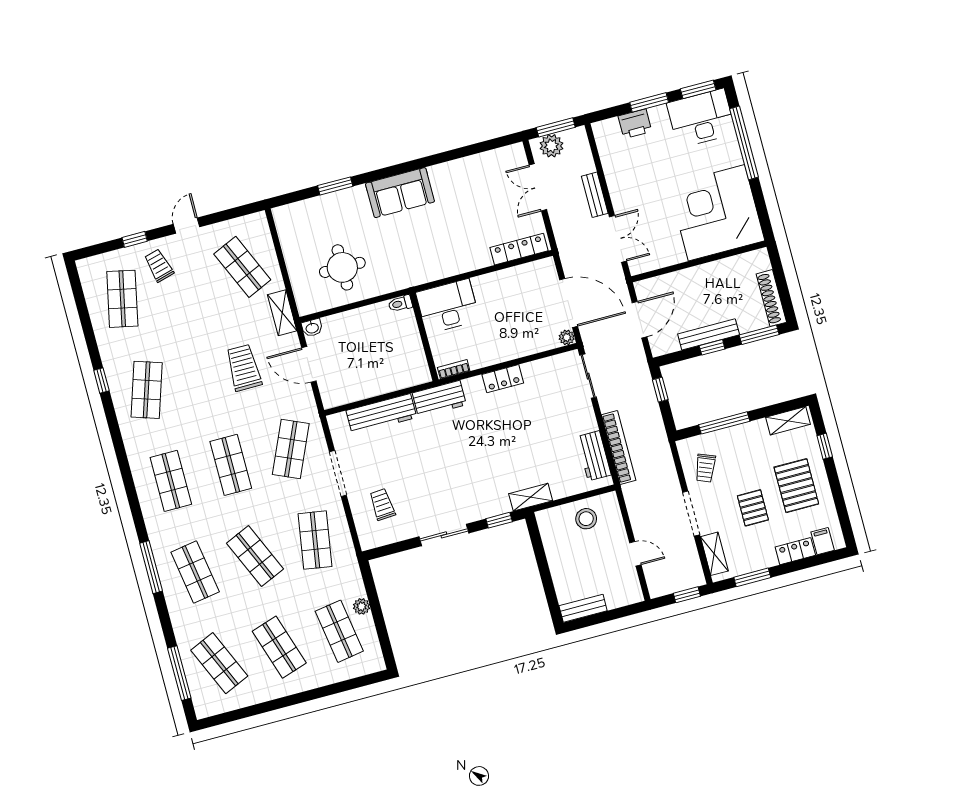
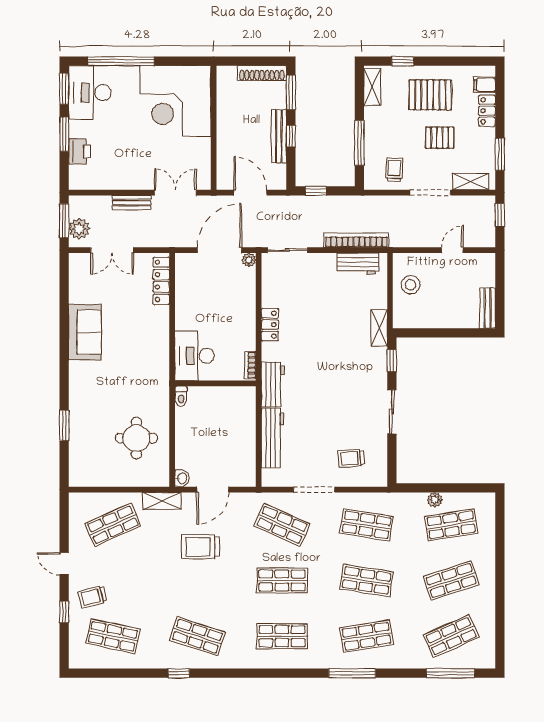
sofa: (400, 193) -> (85, 332), moved
trolley: (705, 468) -> (394, 170), turned -110
shop shelf: (255, 556) -> (367, 580), turned 33

